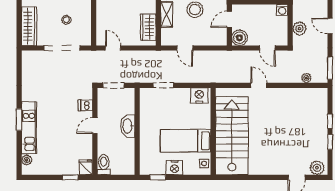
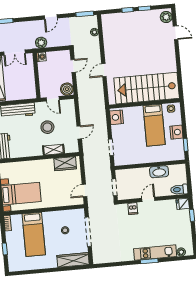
plant: (299, 29) -> (41, 43), moved
door: (95, 125) -> (148, 199), swing flipped
washbasin: (128, 126) -> (159, 172), moved

